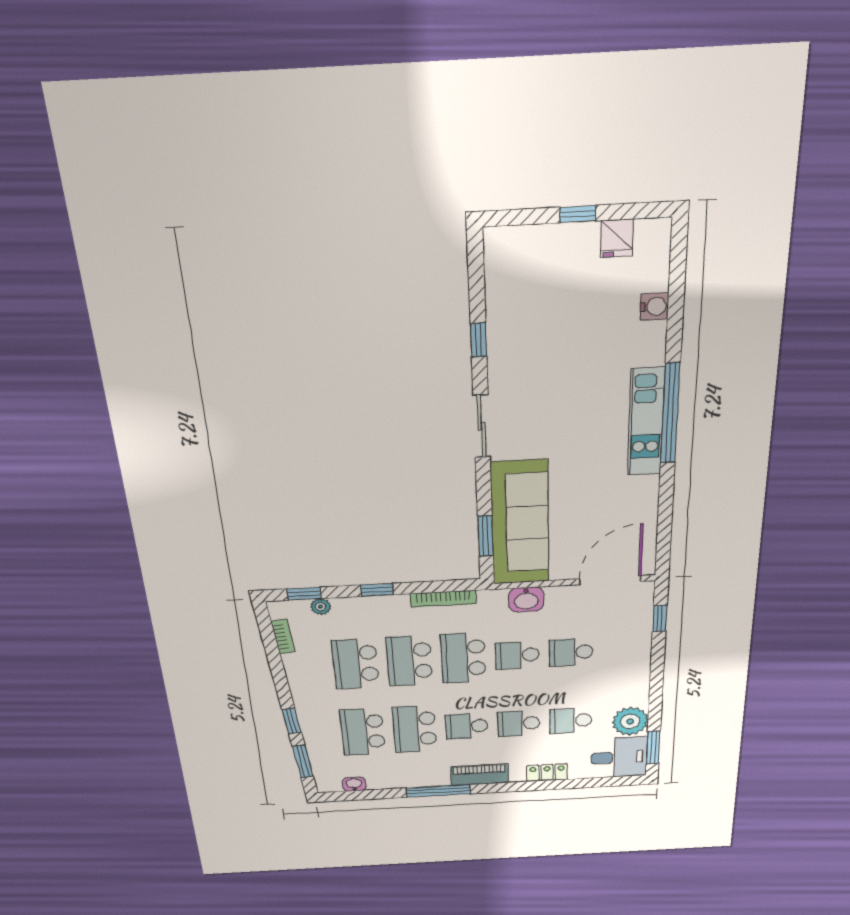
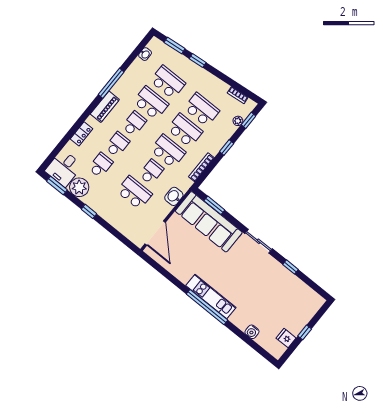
window: (660, 619) -> (89, 211), moved
school desk: (571, 652) -> (134, 193), width x1.85

